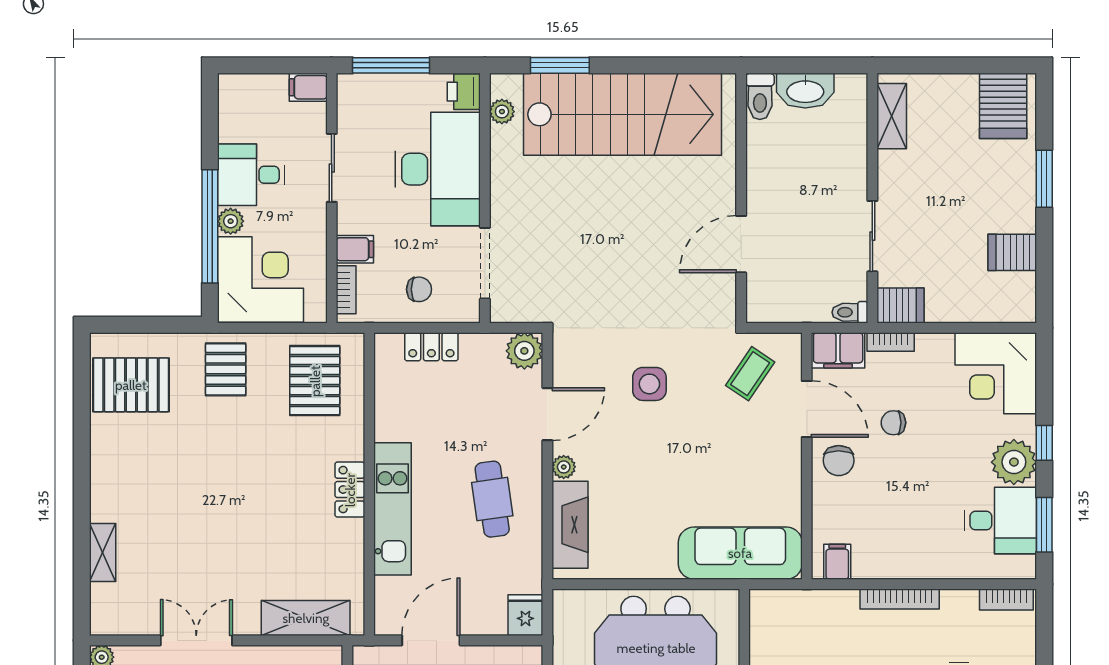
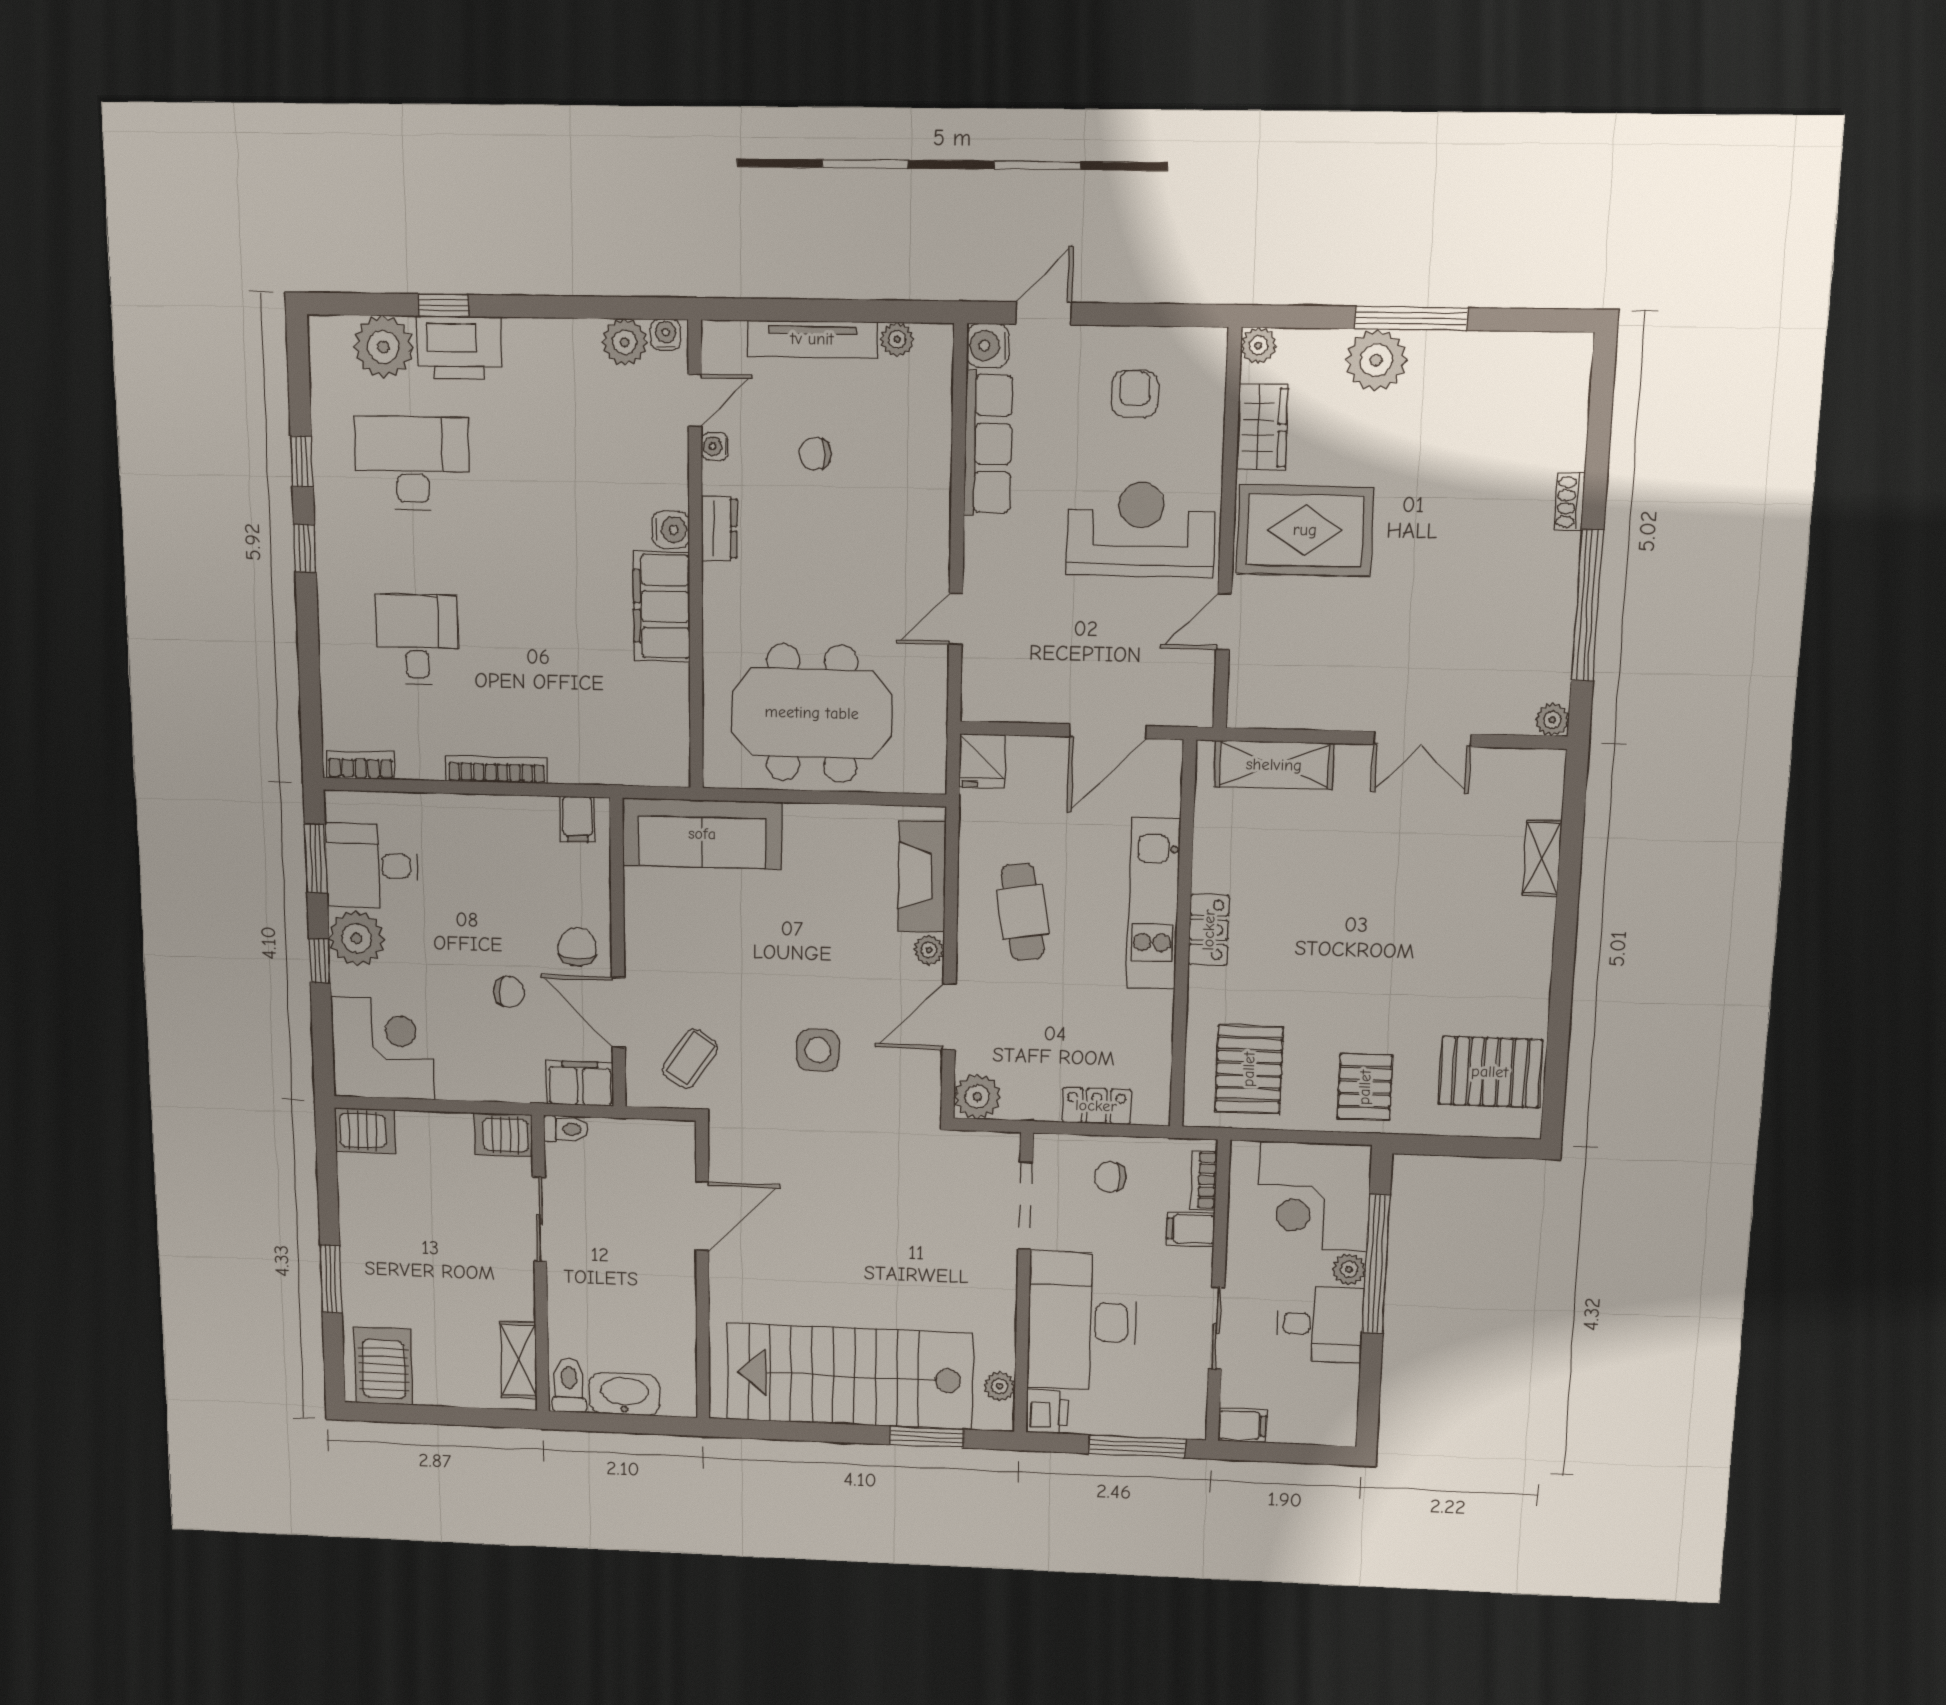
toilet: (760, 96) -> (569, 1385), moved
server rack: (1012, 252) -> (365, 1131), moved
bookcase: (891, 342) -> (515, 1091), removed

